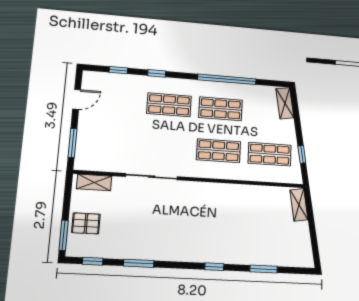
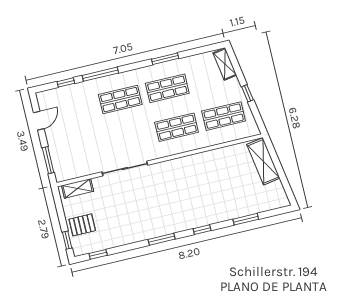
window: (157, 73) -> (100, 74), width x2.17
window: (227, 79) -> (165, 59), width x0.47
window: (302, 154) -> (247, 93), moved
shelving: (299, 205) -> (263, 161), width x1.50, depth x1.33
window: (64, 235) -> (67, 240), width x0.67
window: (139, 263) -> (162, 239), moved

